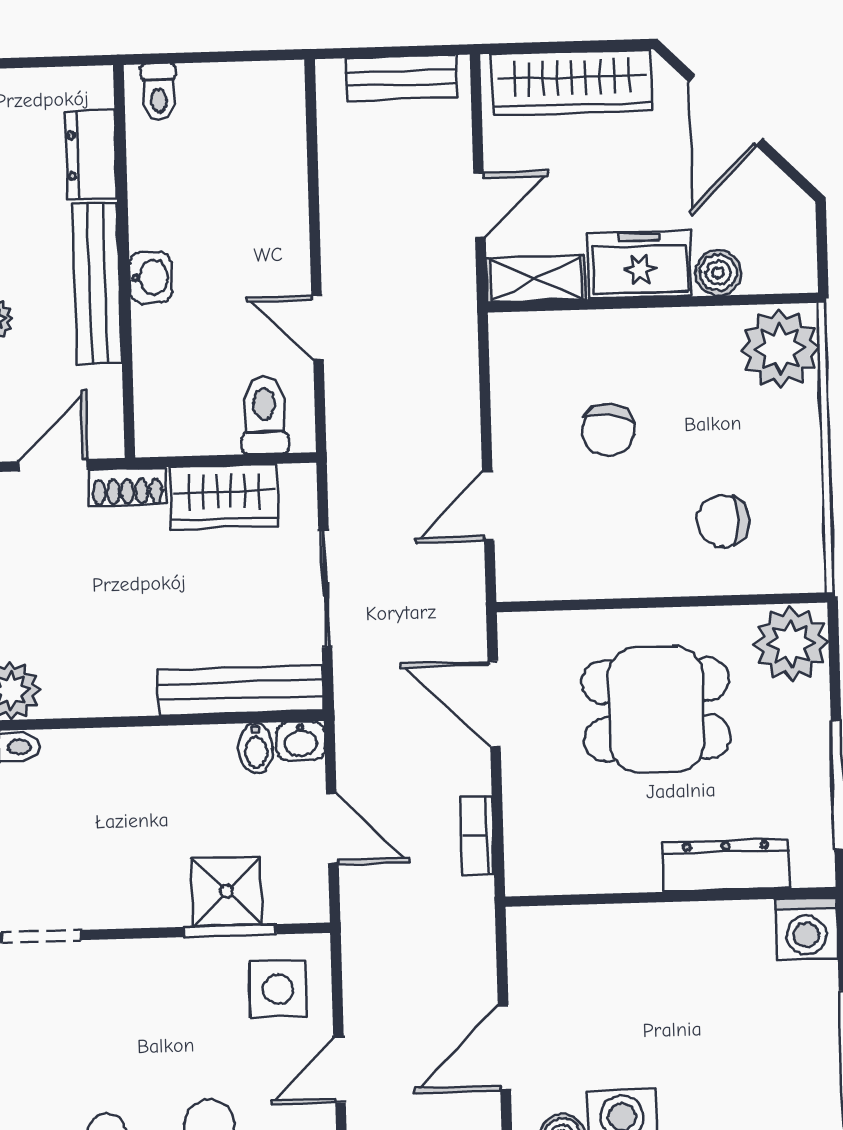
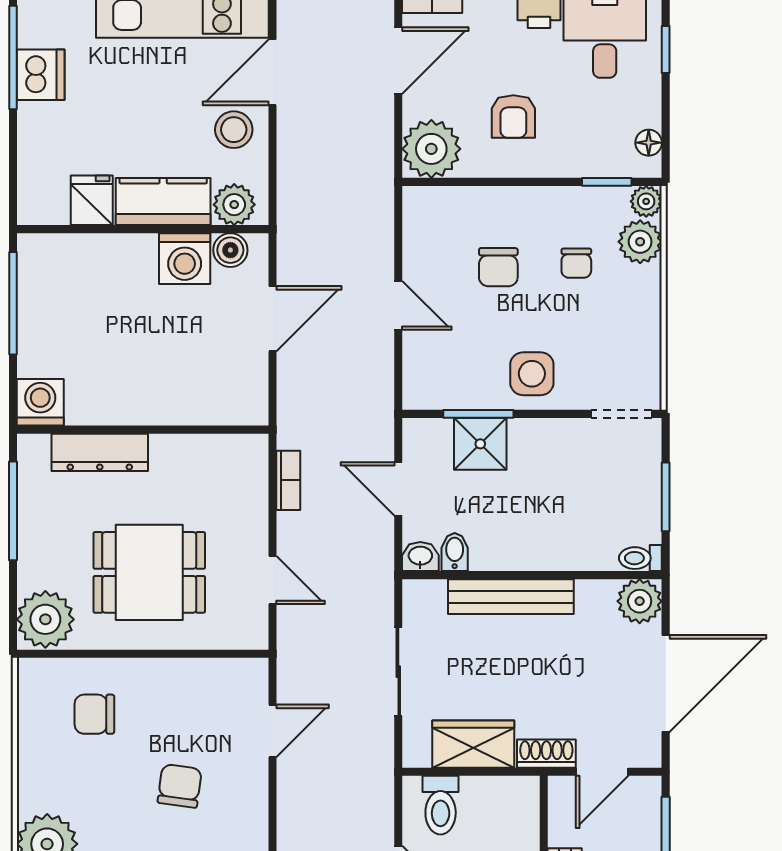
chair: (723, 521) -> (94, 714), turned 180
bench: (241, 690) -> (511, 597), moved
door: (494, 704) -> (272, 580), width x0.73
side table: (278, 989) -> (532, 374), moved
door: (340, 1070) -> (398, 305), hinge flipped

